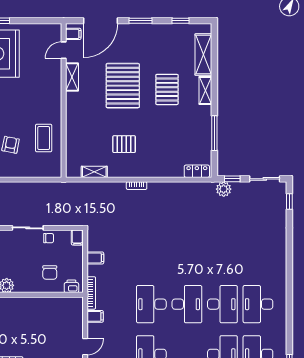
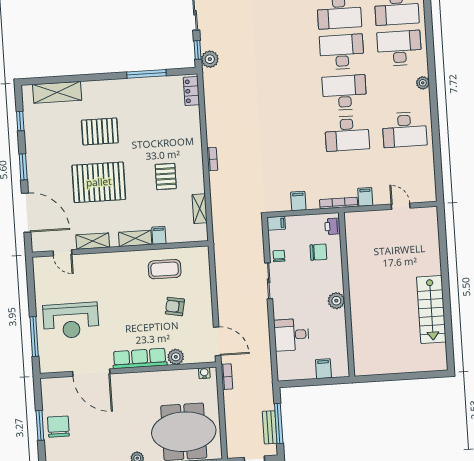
filing cabinet: (73, 34) -> (159, 235), moved
shelving: (205, 90) -> (135, 238), moved

